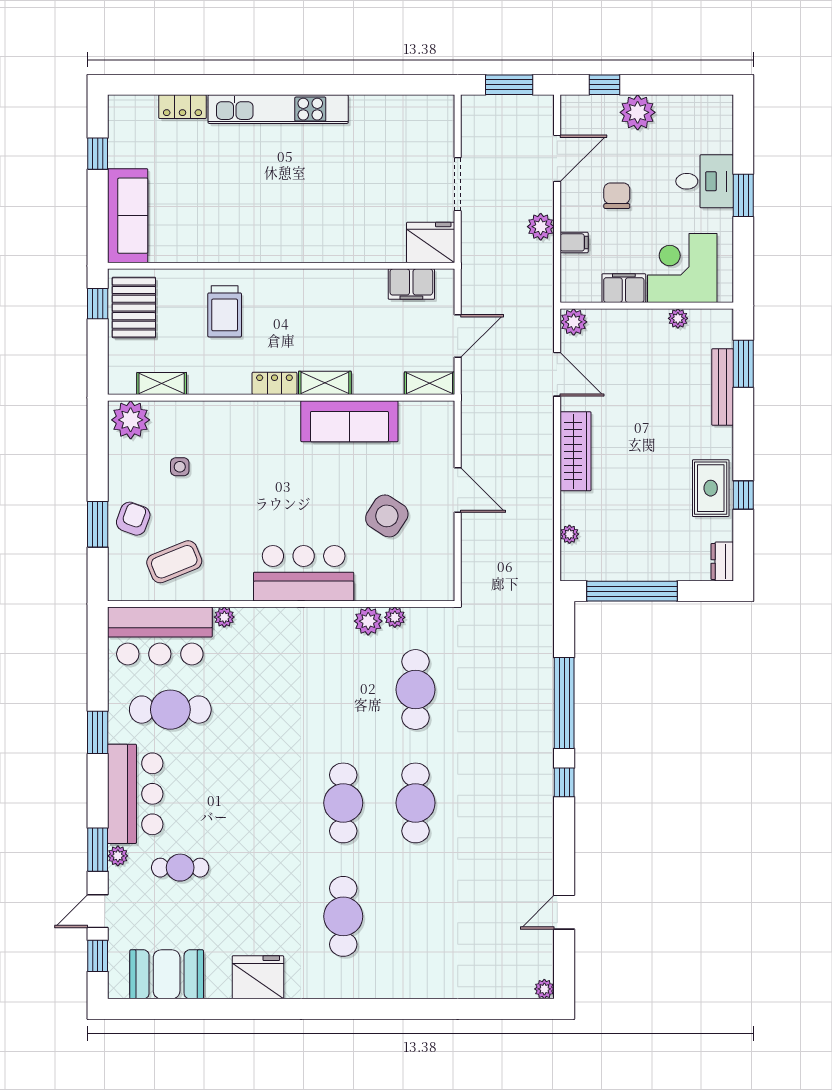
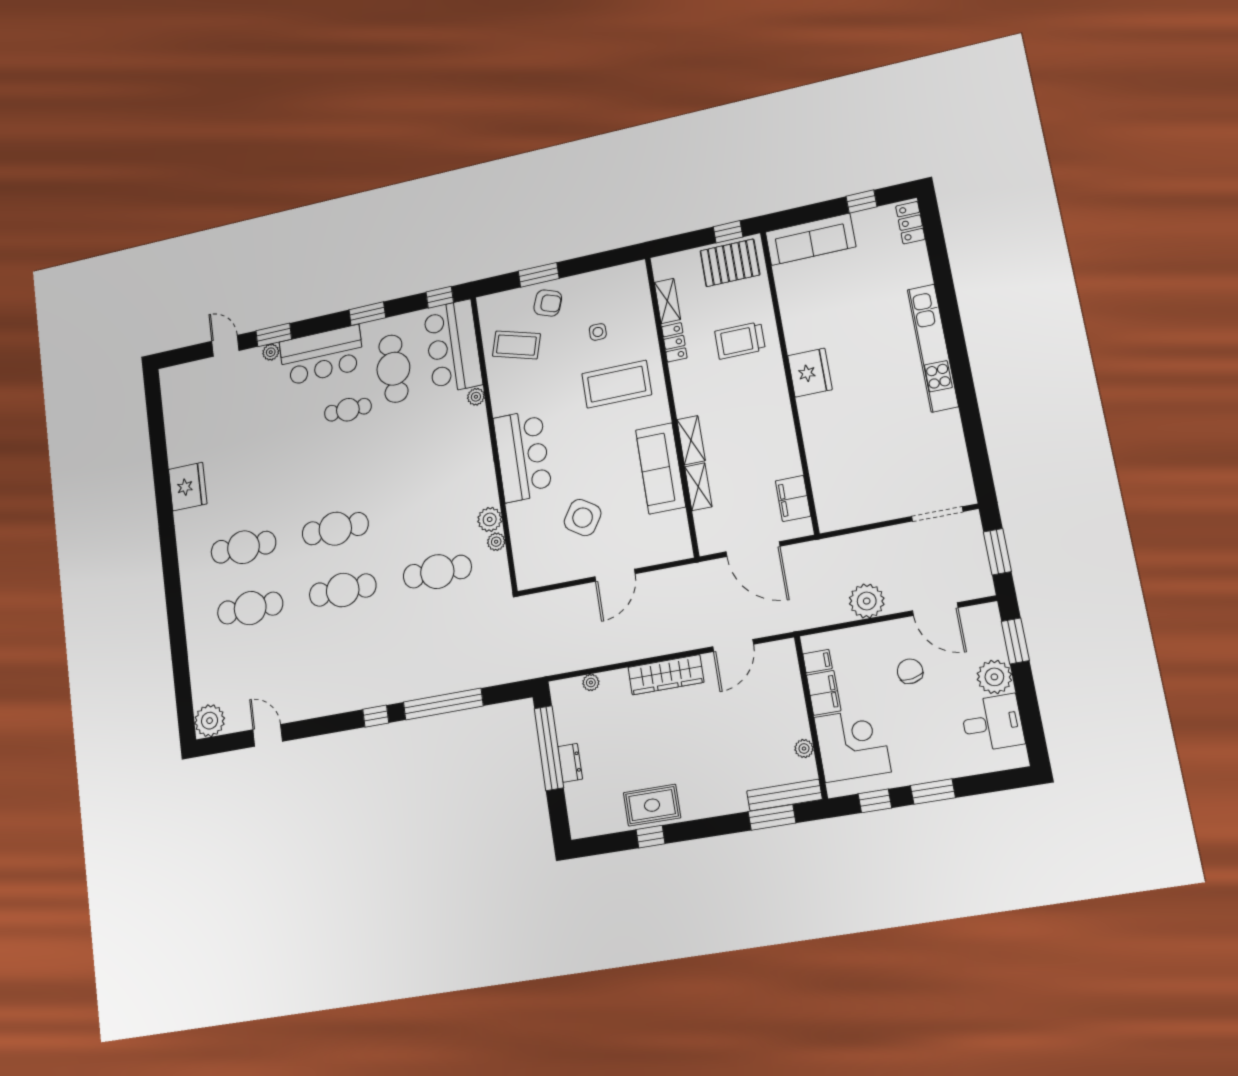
window: (605, 85) -> (1015, 641), width x1.50
locker: (183, 107) -> (910, 223), moved
desk: (705, 181) -> (992, 723), moved, turned -90
doorway: (458, 184) -> (937, 514), moved
chair: (617, 196) -> (910, 671), turned -99
plant: (541, 227) -> (867, 601), width x1.36, depth x1.36
fridge: (431, 242) -> (810, 373), moved
filing cabinet: (574, 242) -> (817, 661), moved, turned -90
window: (743, 255) -> (875, 801), added
plant: (574, 322) -> (784, 652), removed
door: (458, 336) -> (753, 549), width x1.36
locker: (274, 383) -> (674, 342), moved
shelving: (430, 383) -> (698, 487), moved
bench: (723, 387) -> (784, 795), moved
plant: (131, 420) -> (632, 282), removed
coffee table: (244, 455) -> (617, 384), added
dresser: (722, 561) -> (570, 763), moved, turned 90
coffee table: (174, 562) -> (516, 345), turned -52
cafe table: (180, 868) -> (348, 410), moved, turned 90
cafe table: (416, 916) -> (250, 608), added
window: (98, 956) -> (440, 297), moved
booth: (167, 974) -> (182, 412), removed
plant: (544, 989) -> (210, 721), width x1.88, depth x1.88

